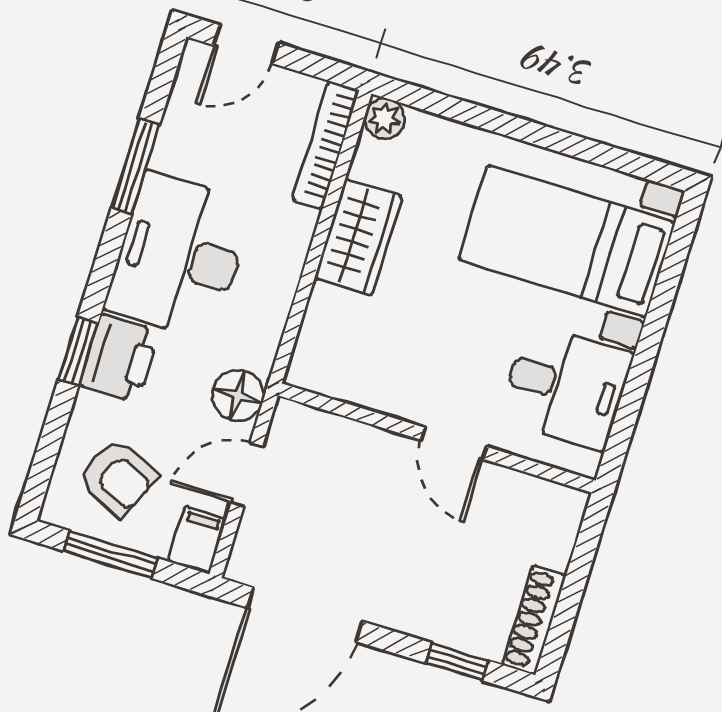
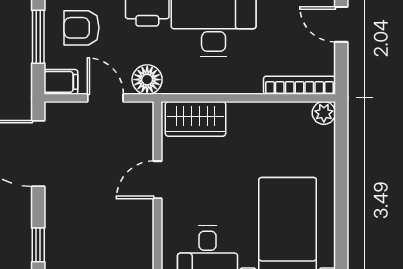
wardrobe: (359, 237) -> (195, 119), moved
door: (454, 443) -> (158, 180), moved
armchair: (118, 478) -> (82, 28), turned 65

